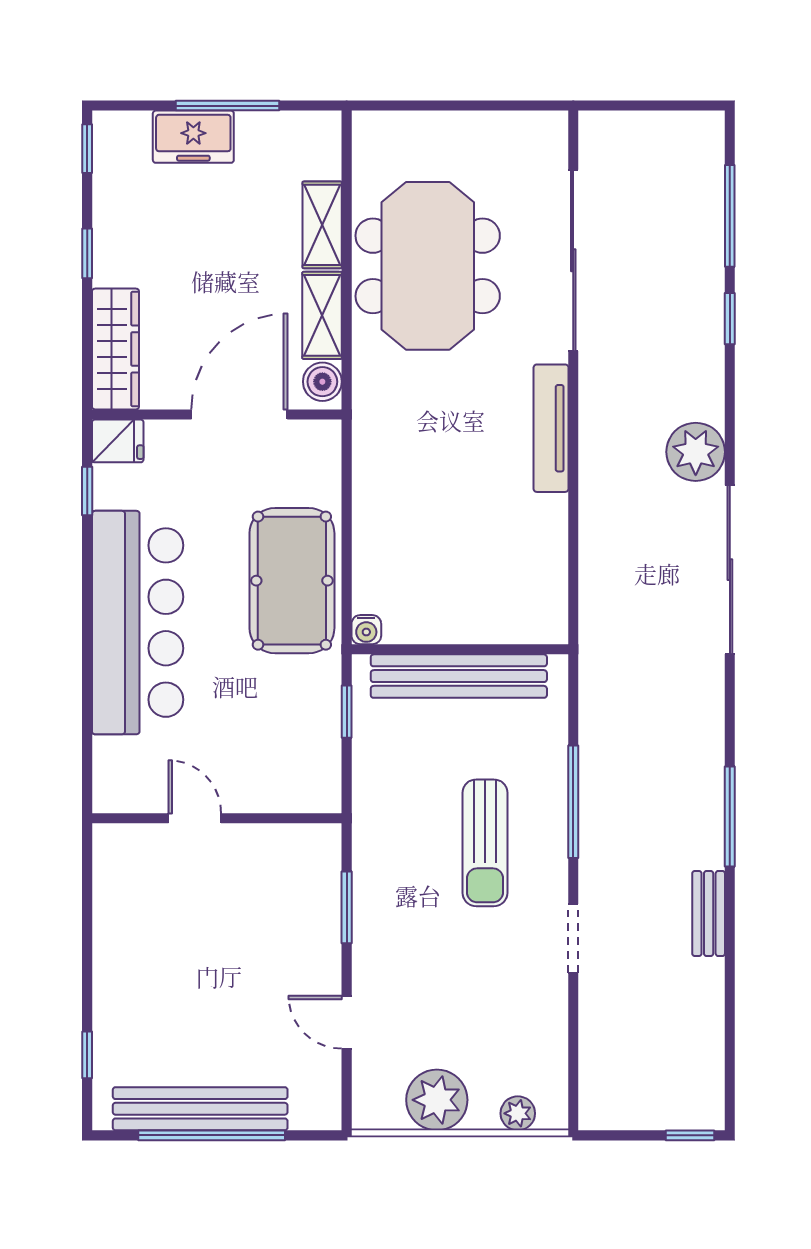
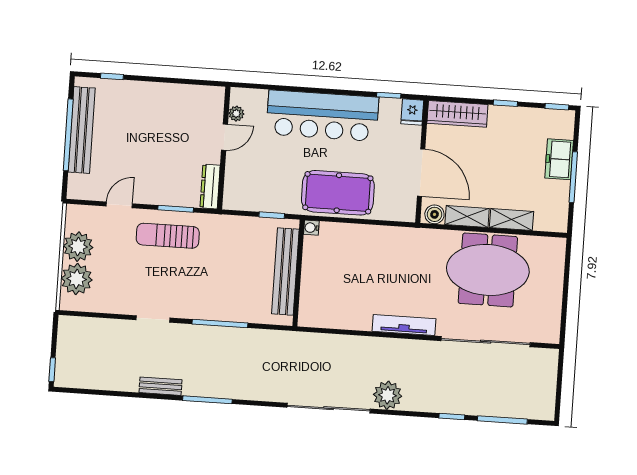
plant: (145, 797) -> (236, 114), added
dresser: (297, 841) -> (210, 187), added
sun lounger: (485, 843) -> (168, 236), moved
plant: (518, 1113) -> (77, 279), width x1.87, depth x1.87

